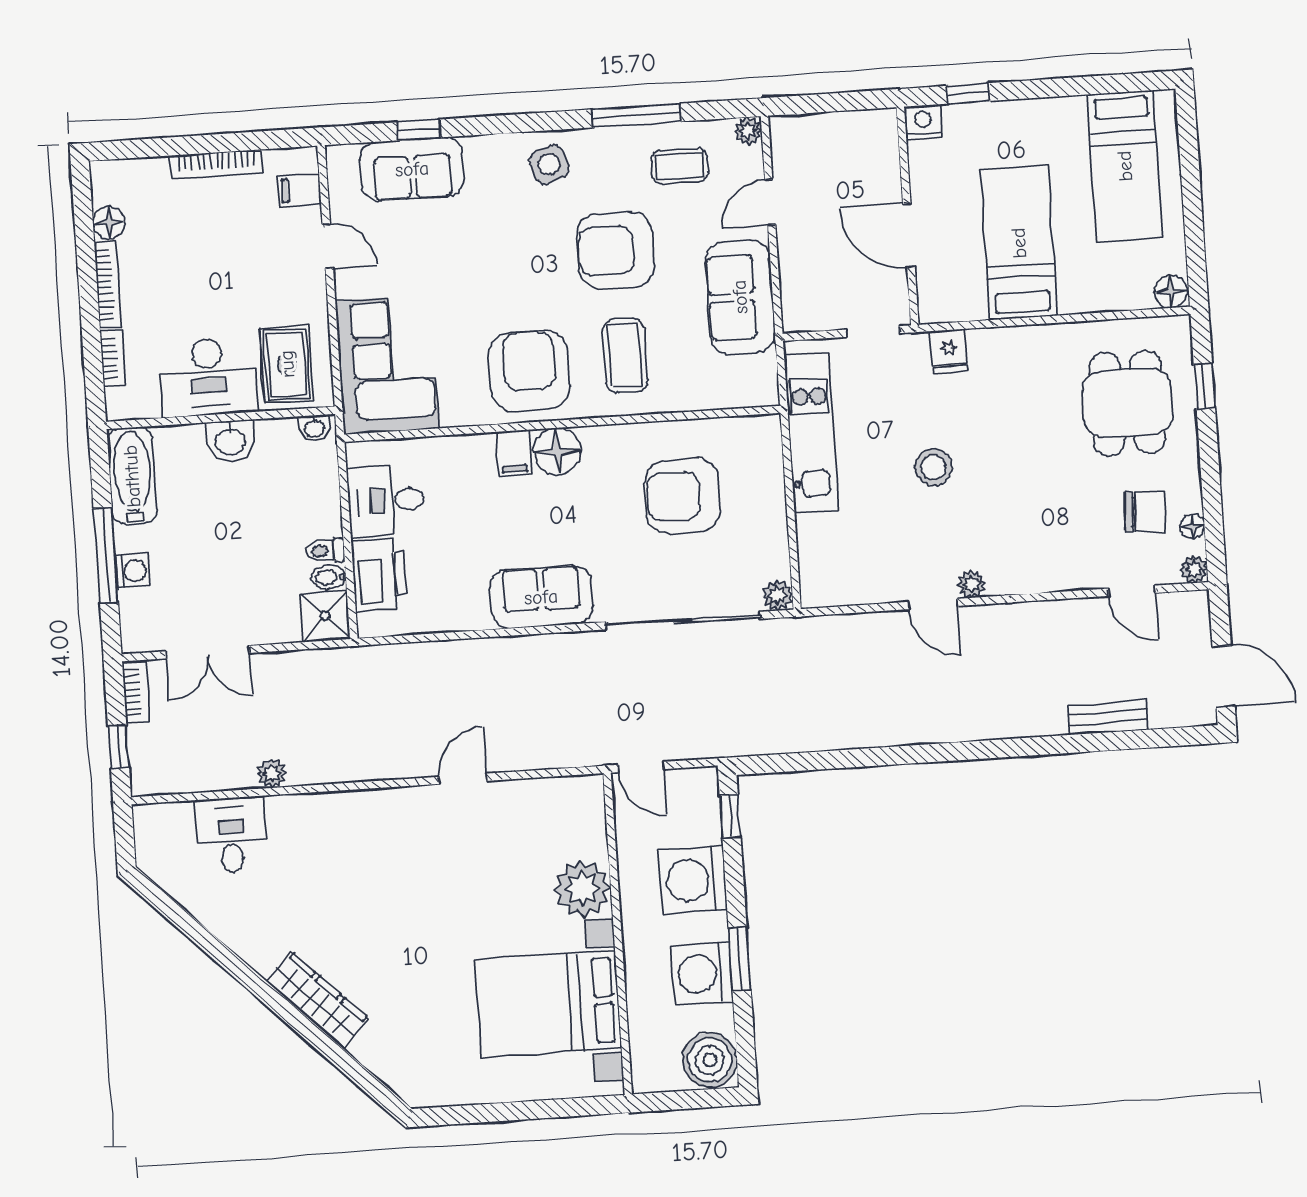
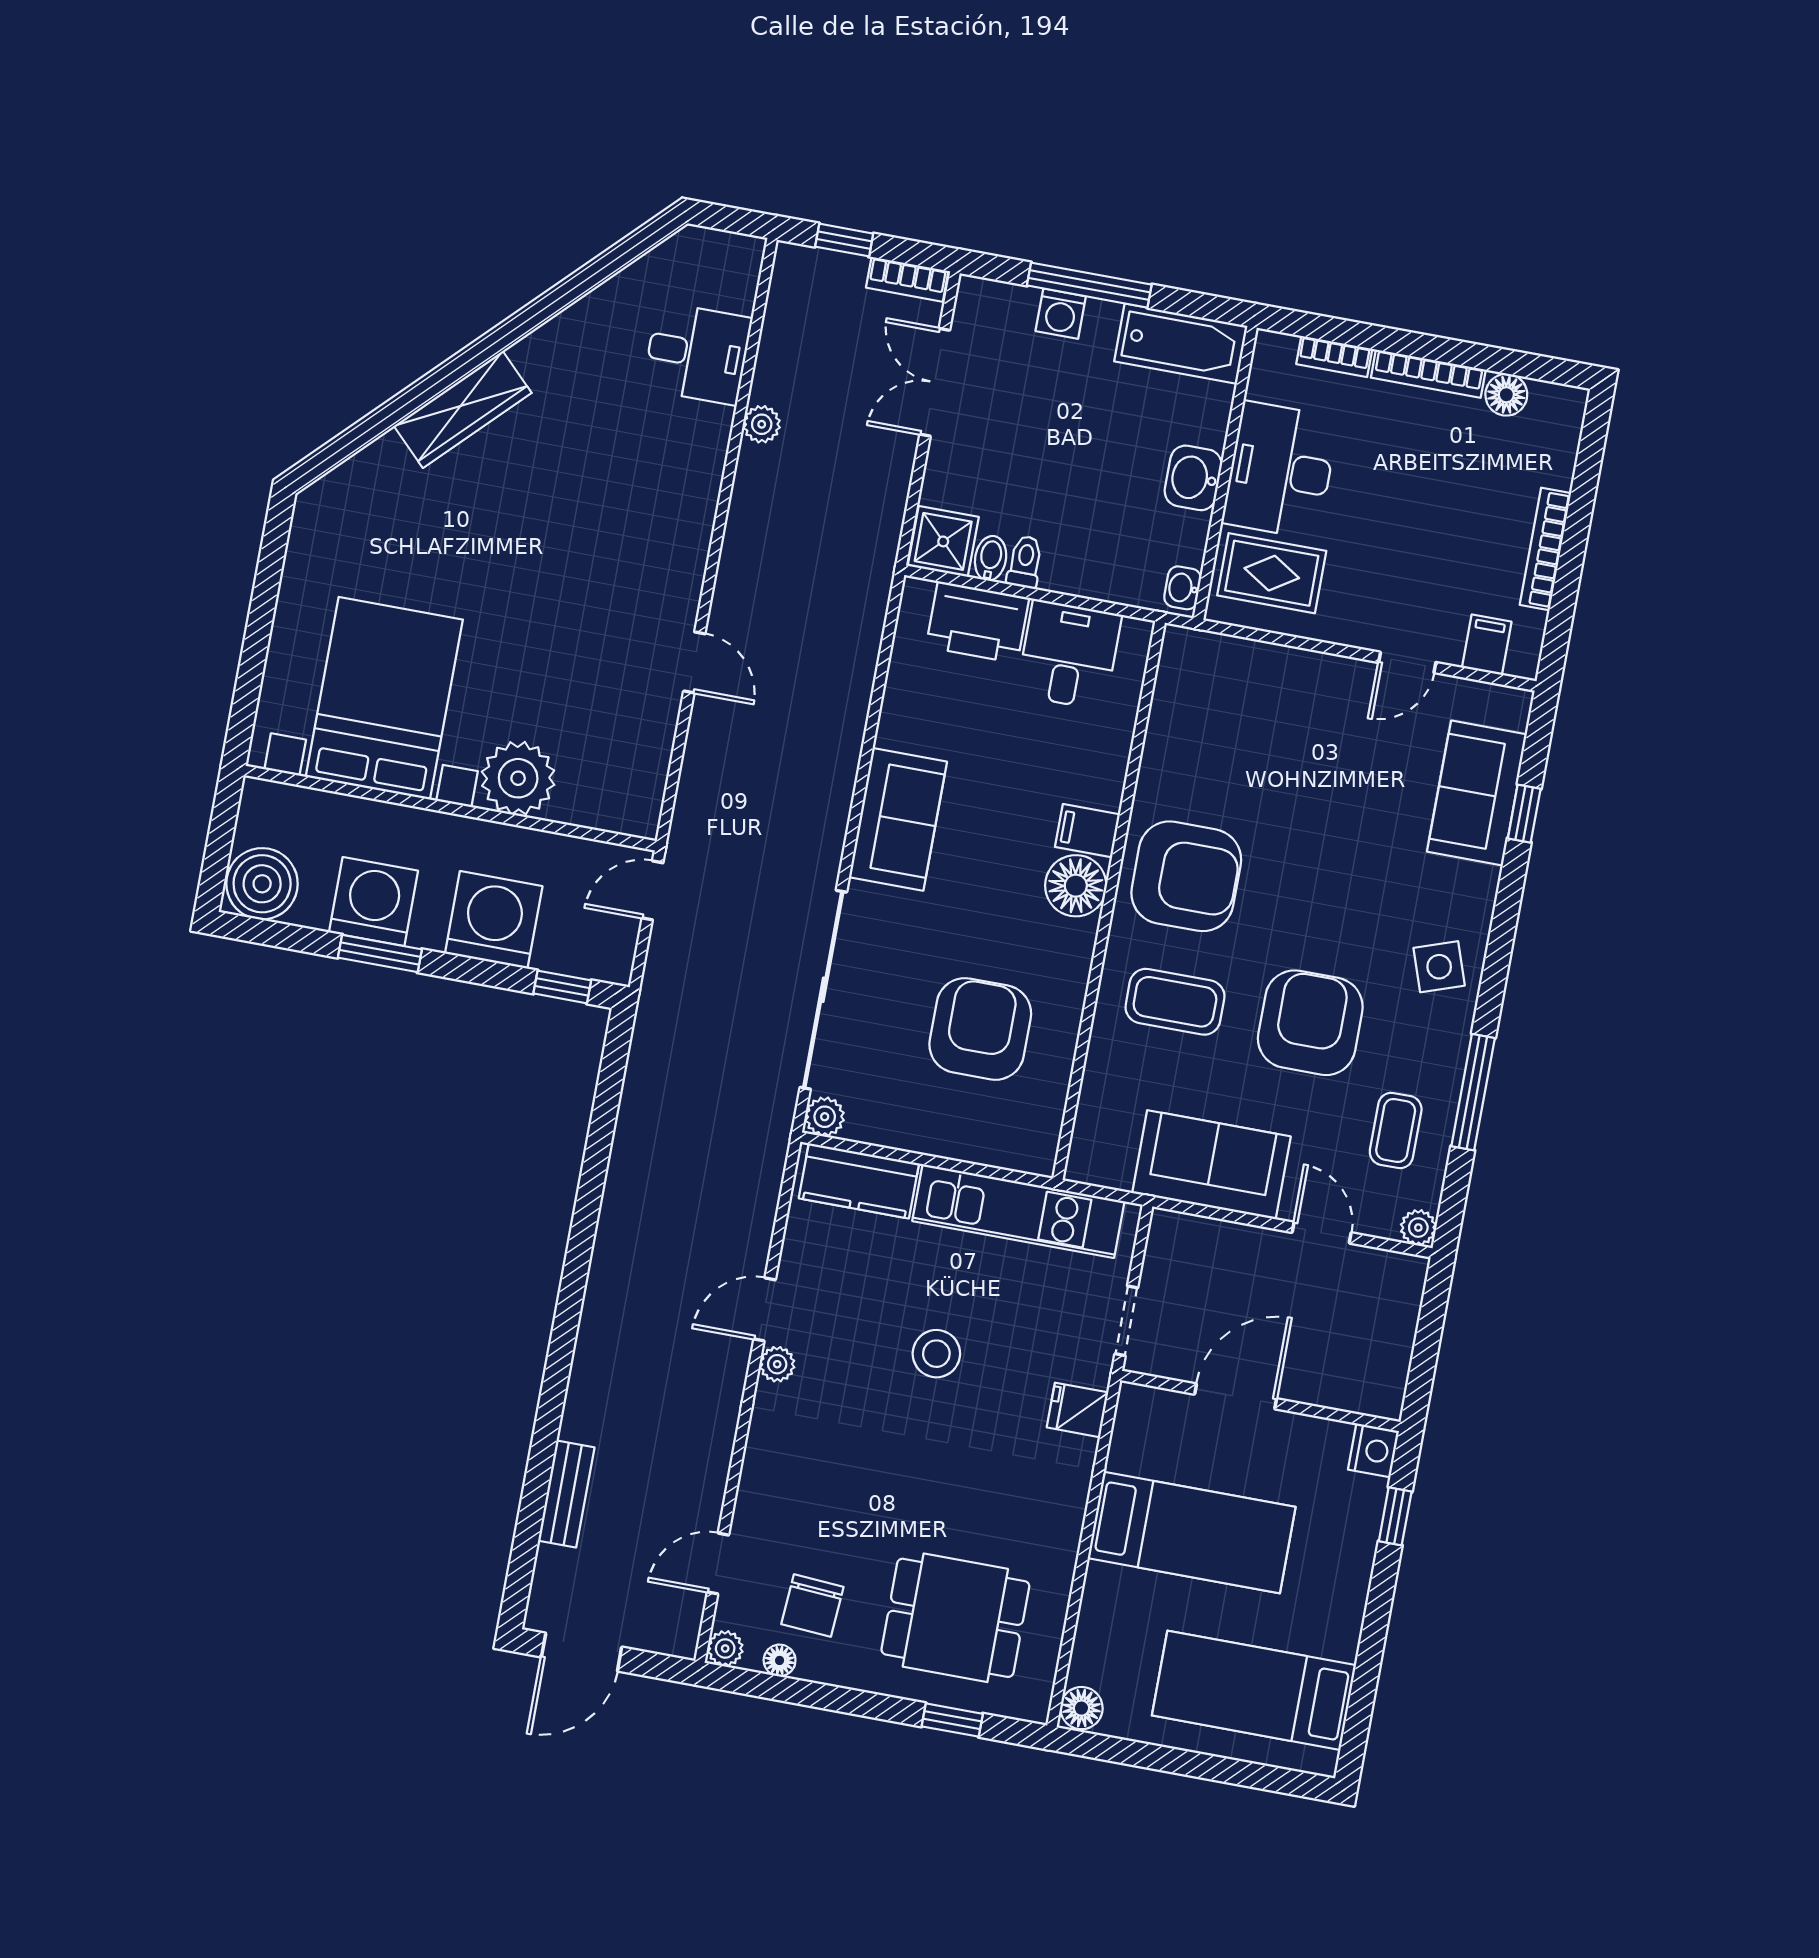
corner sofa: (387, 365) -> (1239, 699), removed
kitchen counter: (819, 558) -> (859, 1181), added

